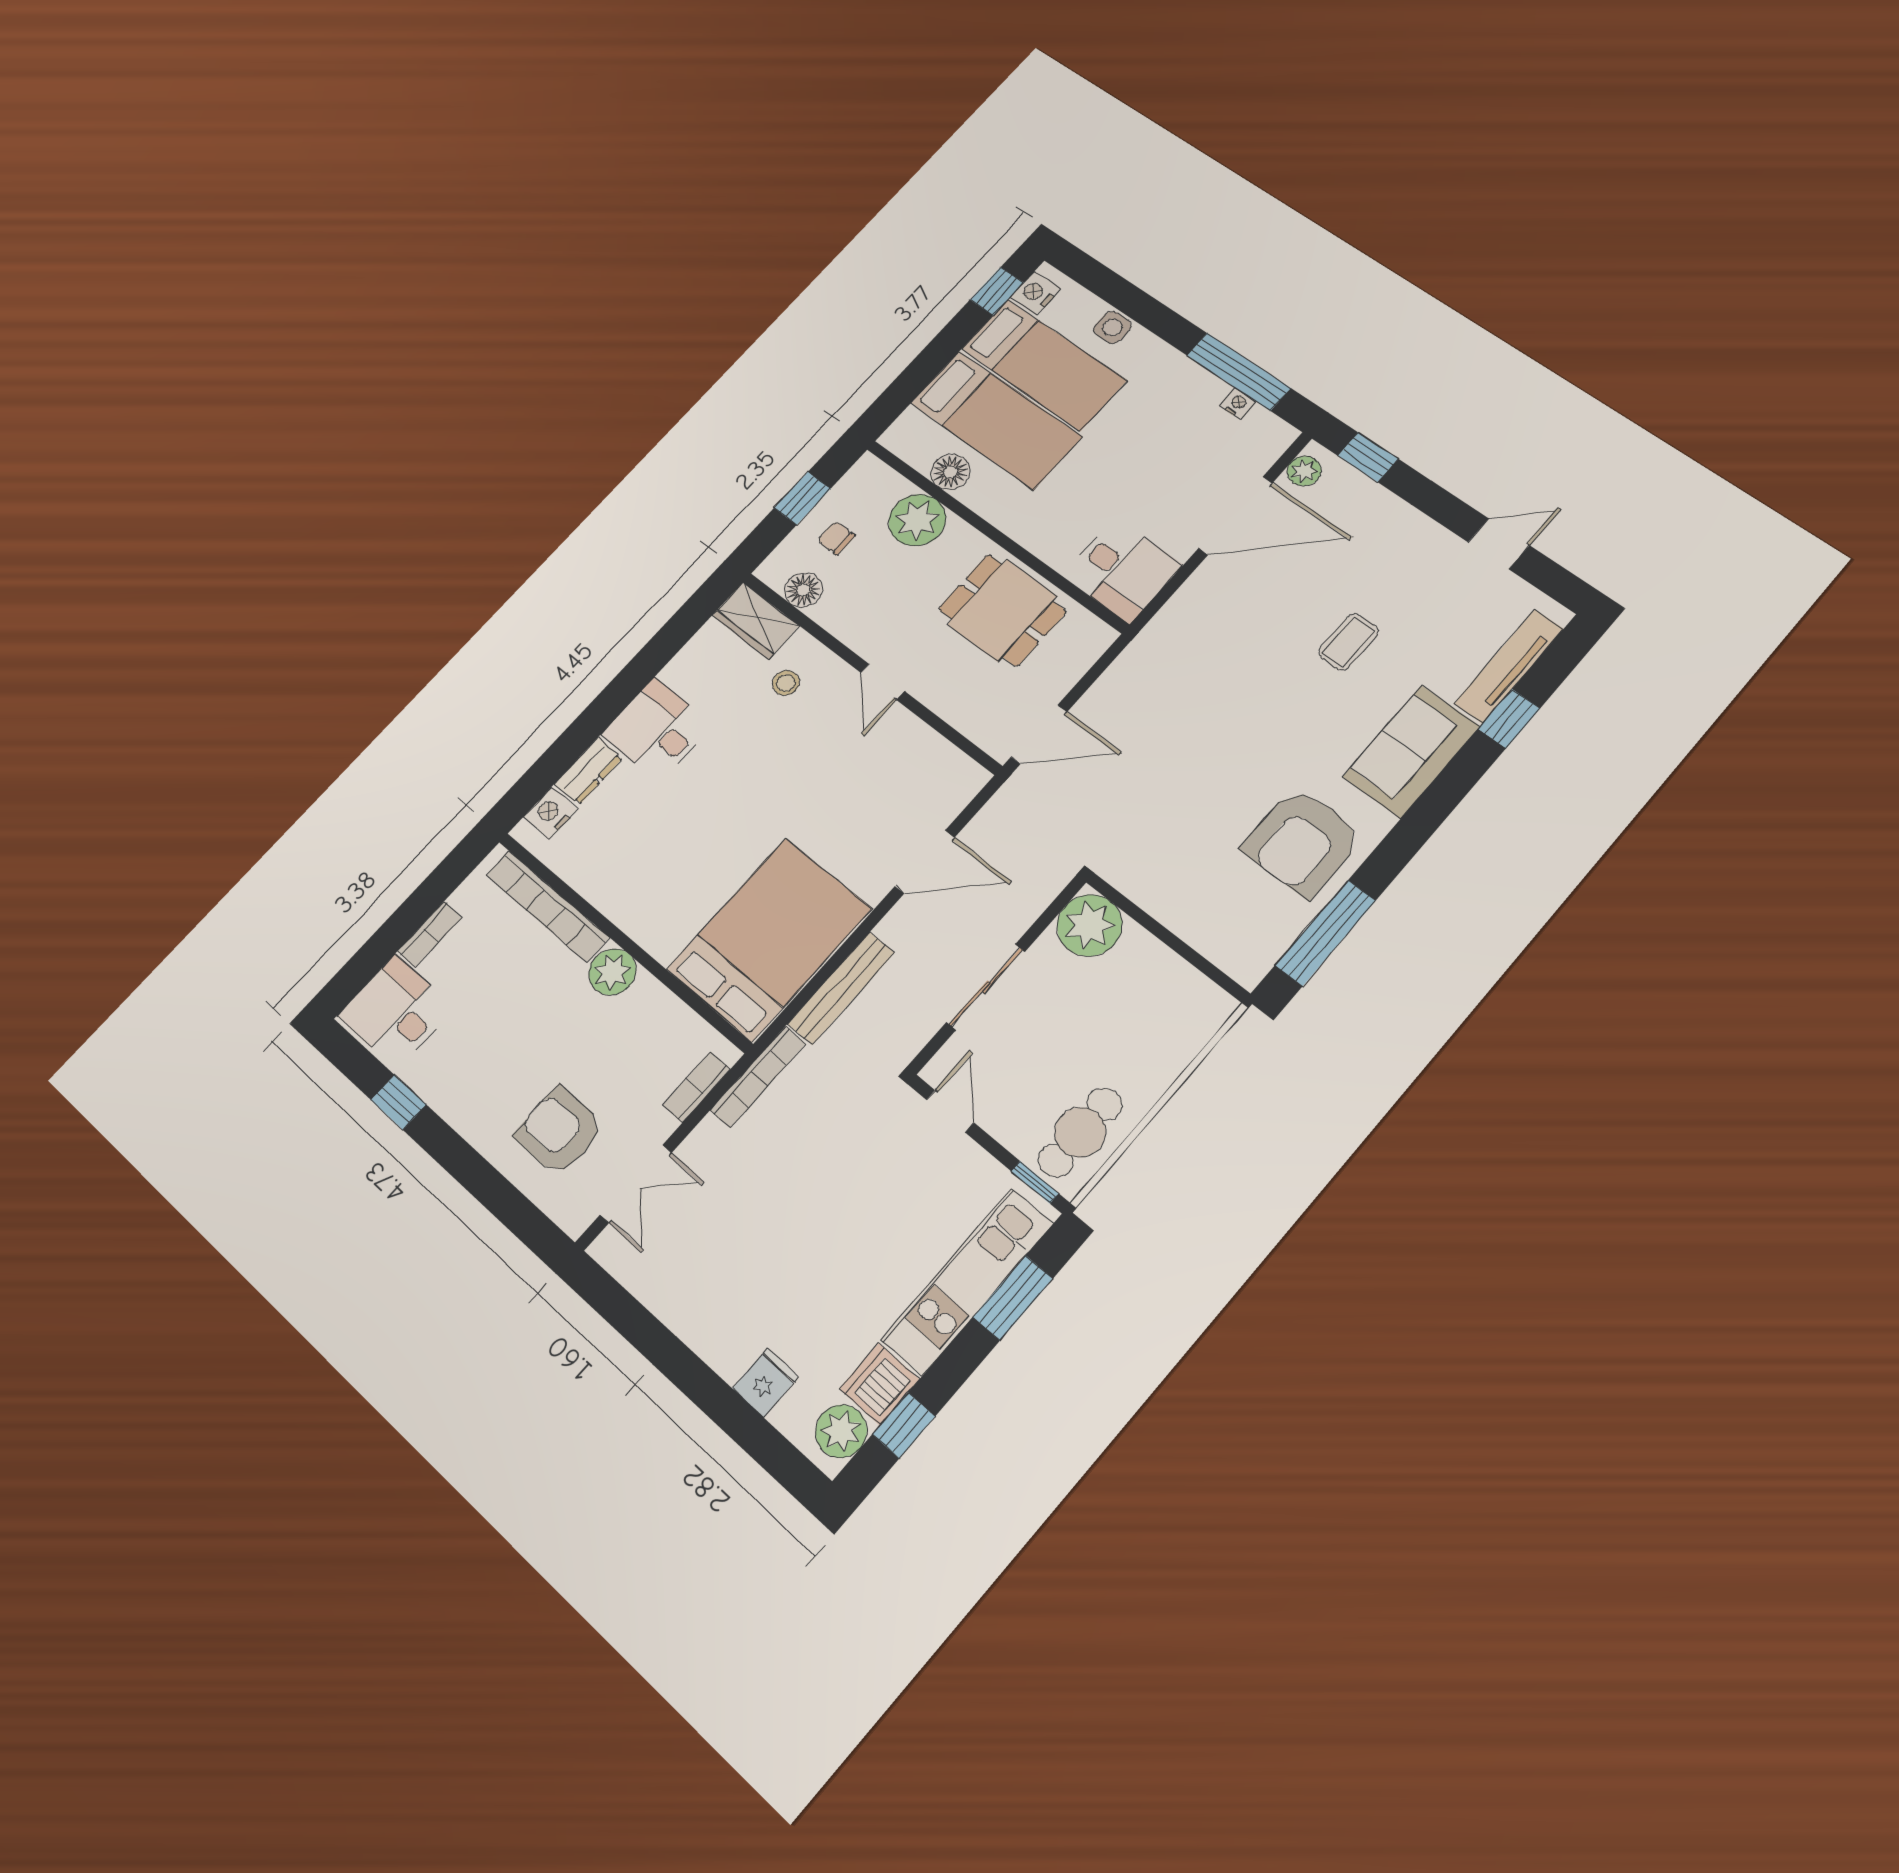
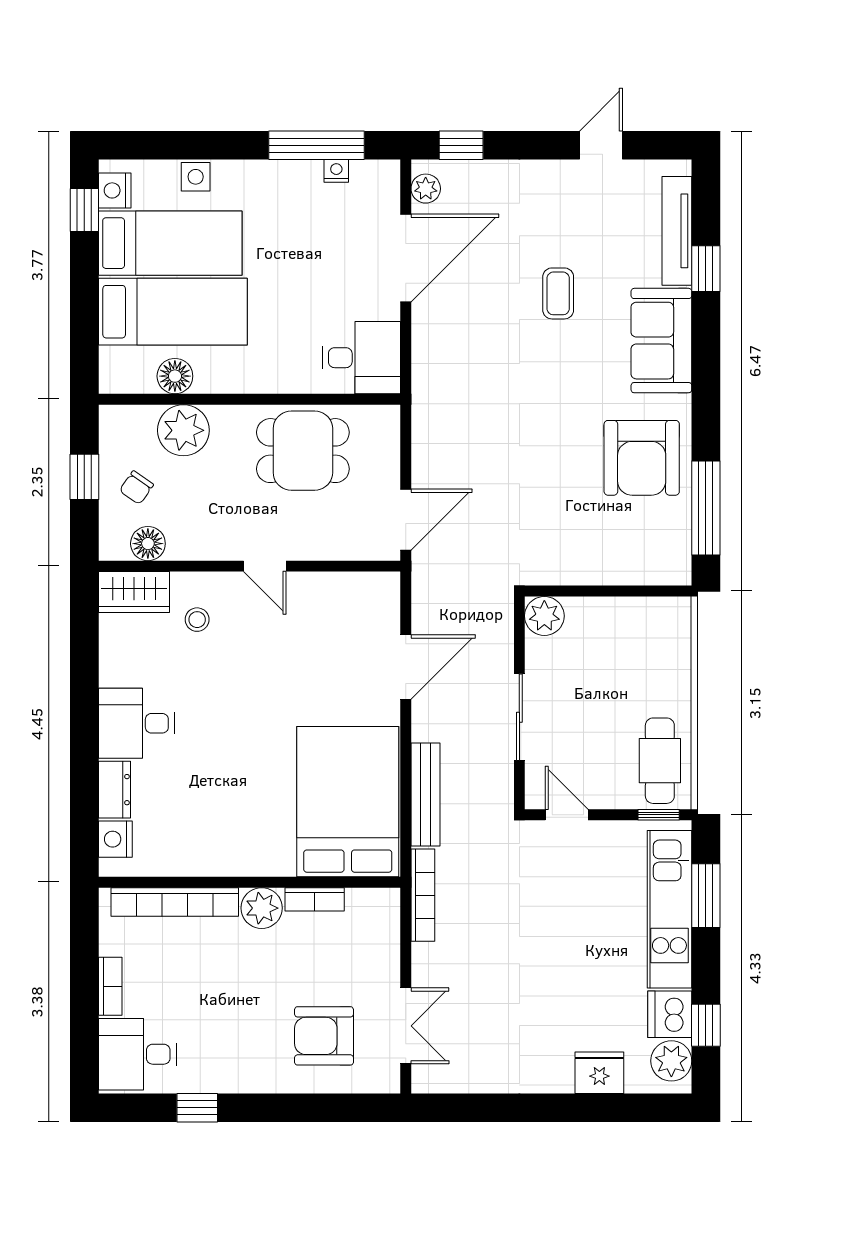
chair: (836, 538) -> (136, 488), turned -55
plant: (1089, 925) -> (544, 616), width x0.73, depth x0.73
bookcase: (696, 1087) -> (315, 899), moved, turned -90
fridge: (766, 1383) -> (599, 1073), width x1.38

